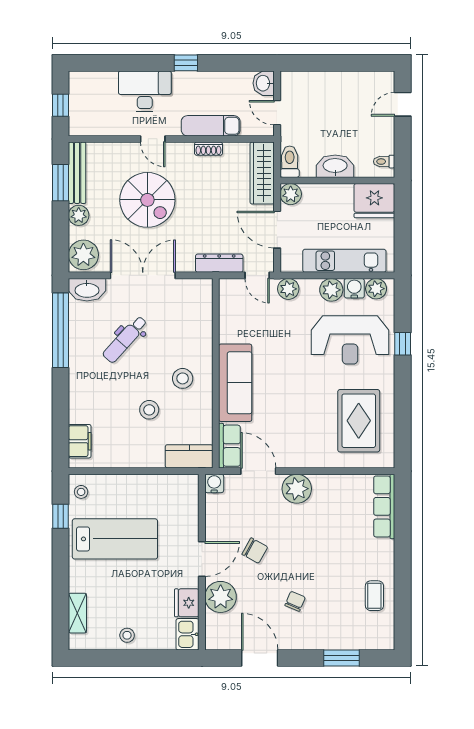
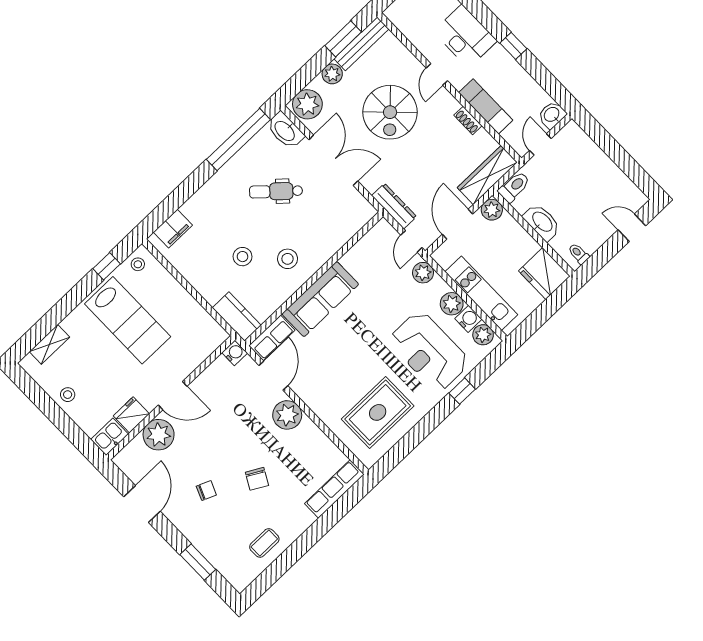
chair: (255, 551) -> (257, 479), moved

